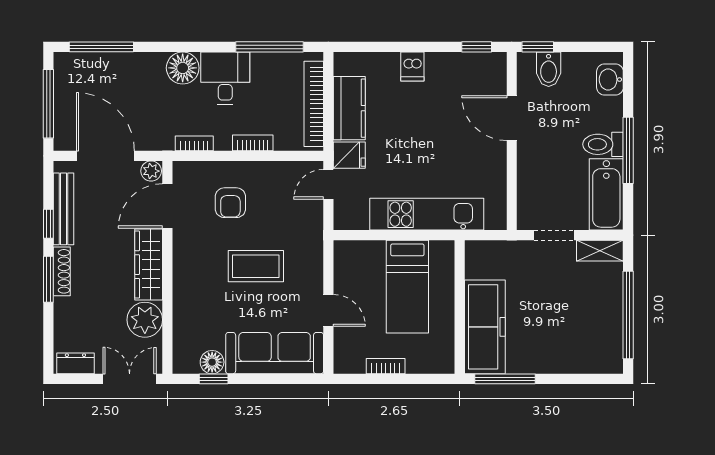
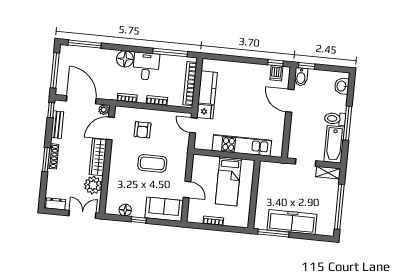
dishwasher: (412, 67) -> (276, 73), moved
bidet: (549, 69) -> (301, 77), moved
door: (328, 184) -> (193, 125), hinge flipped
bench: (64, 209) -> (57, 125), width x0.73
window: (48, 224) -> (51, 110), moved
freezer: (485, 327) -> (292, 222), moved, turned -90
sofa: (275, 353) -> (164, 209), width x0.73
window: (214, 379) -> (139, 220), moved

